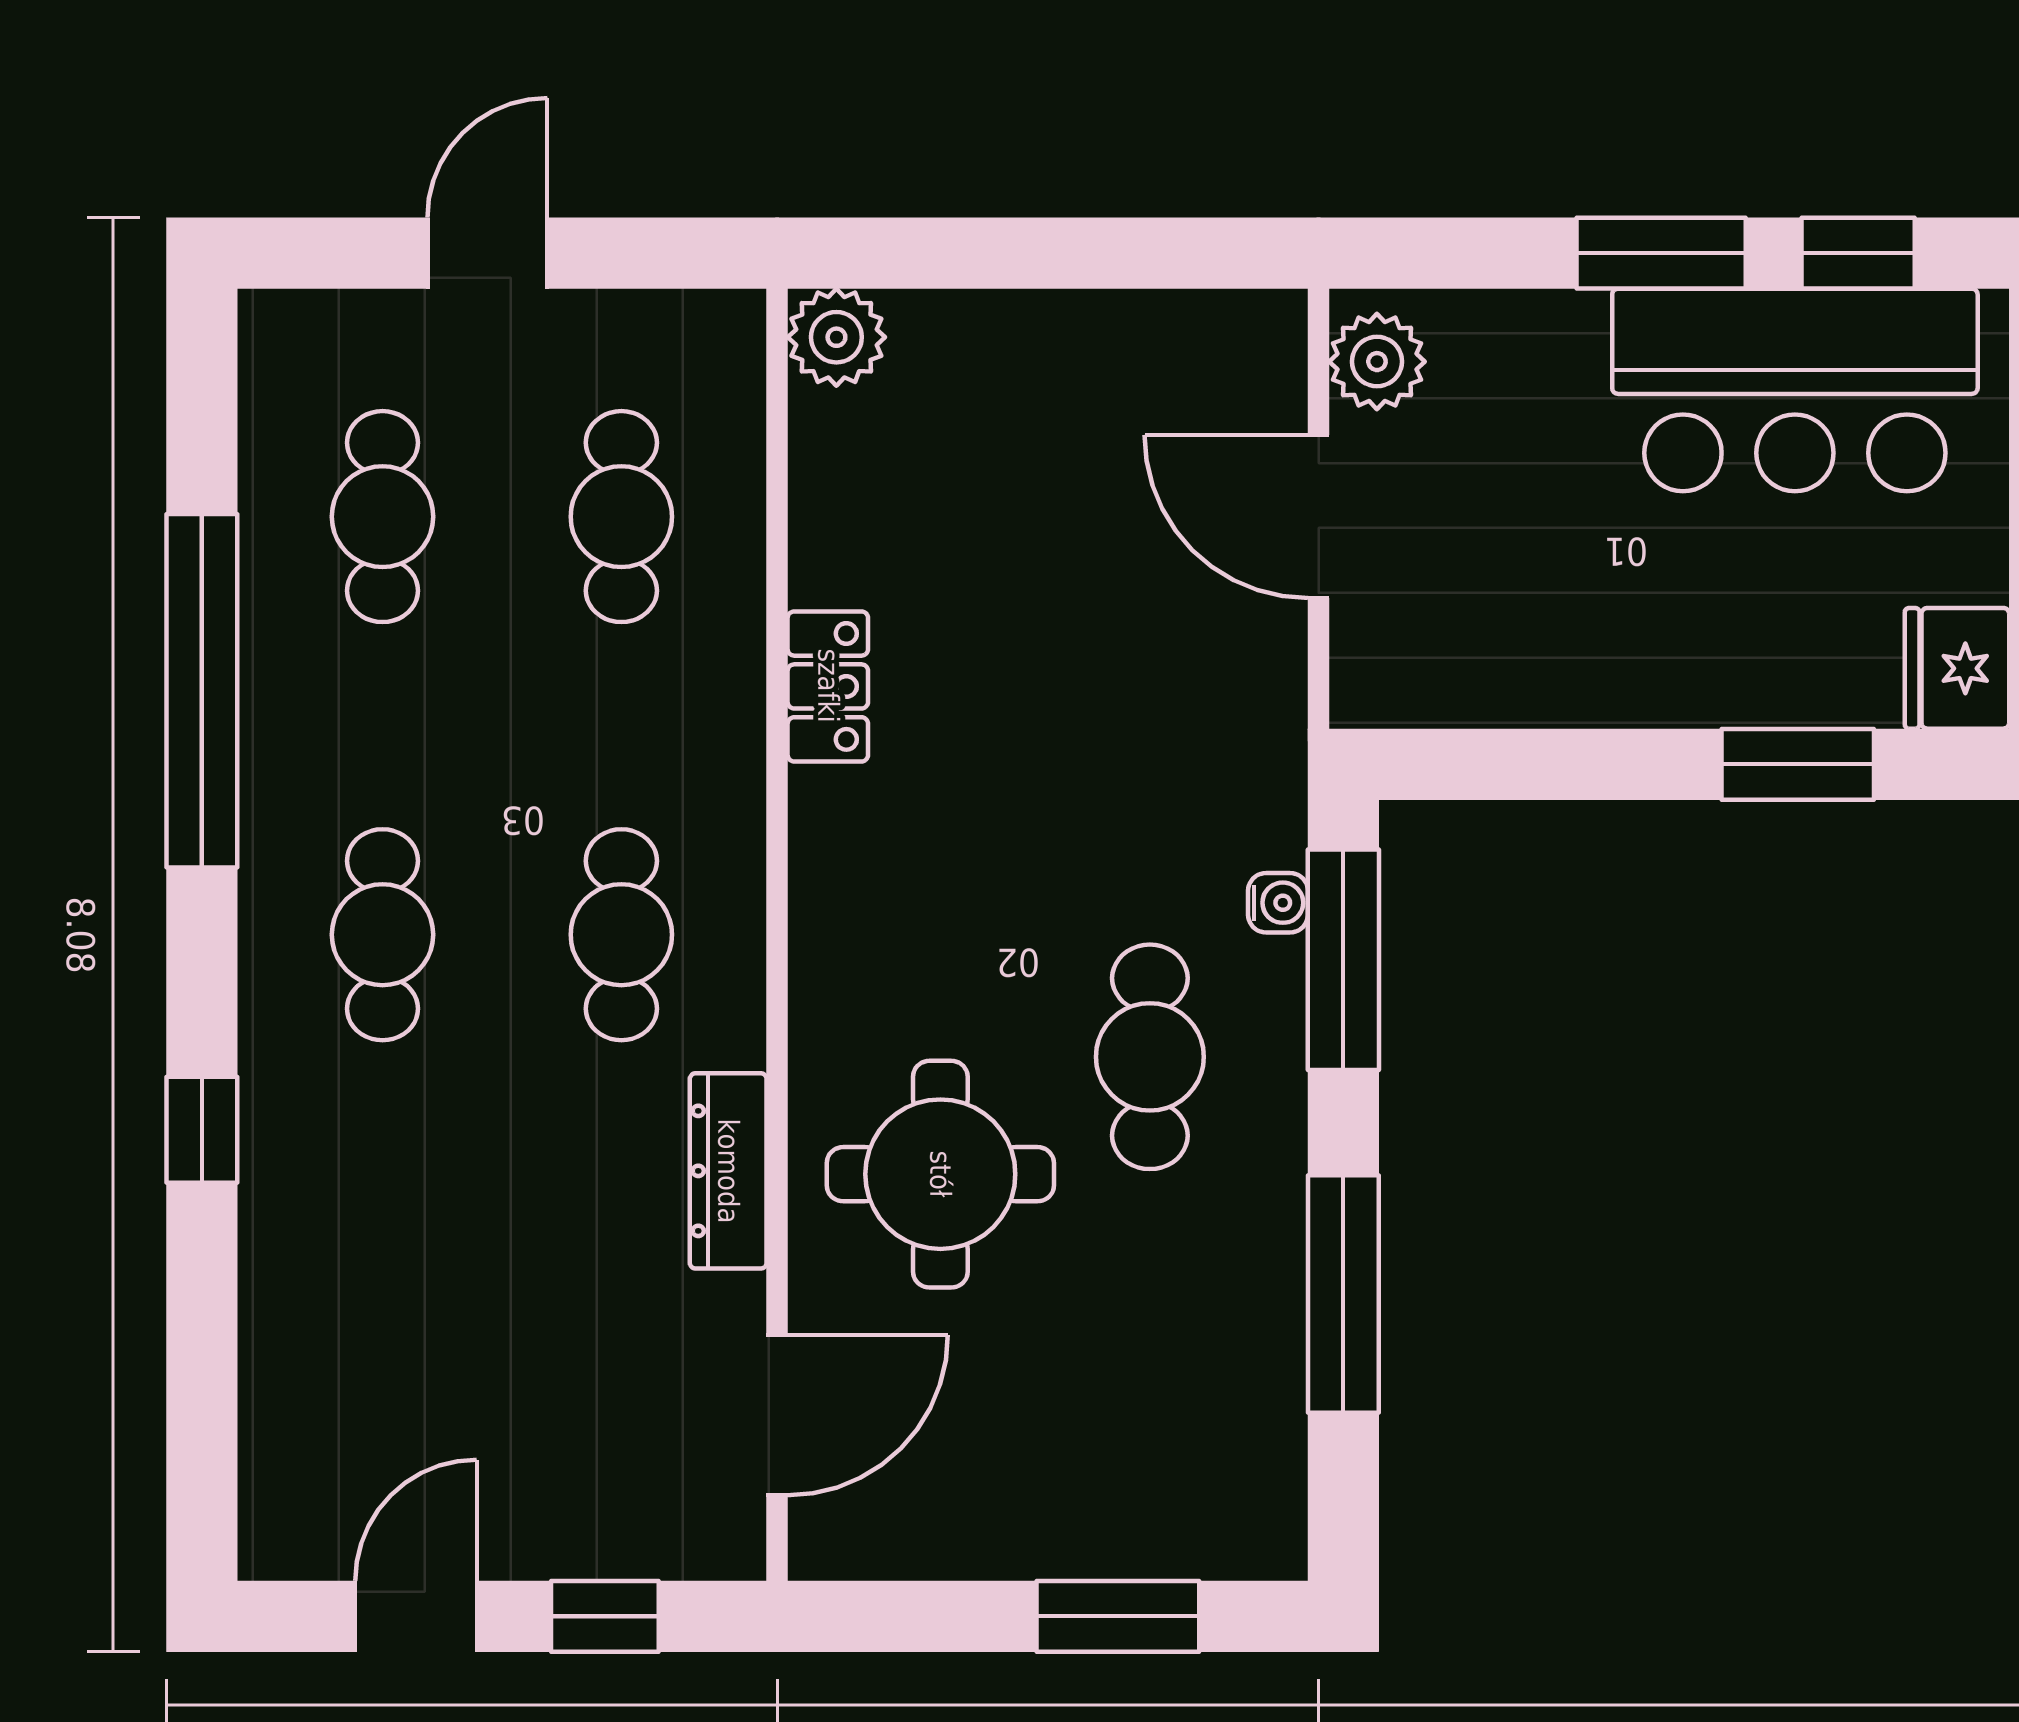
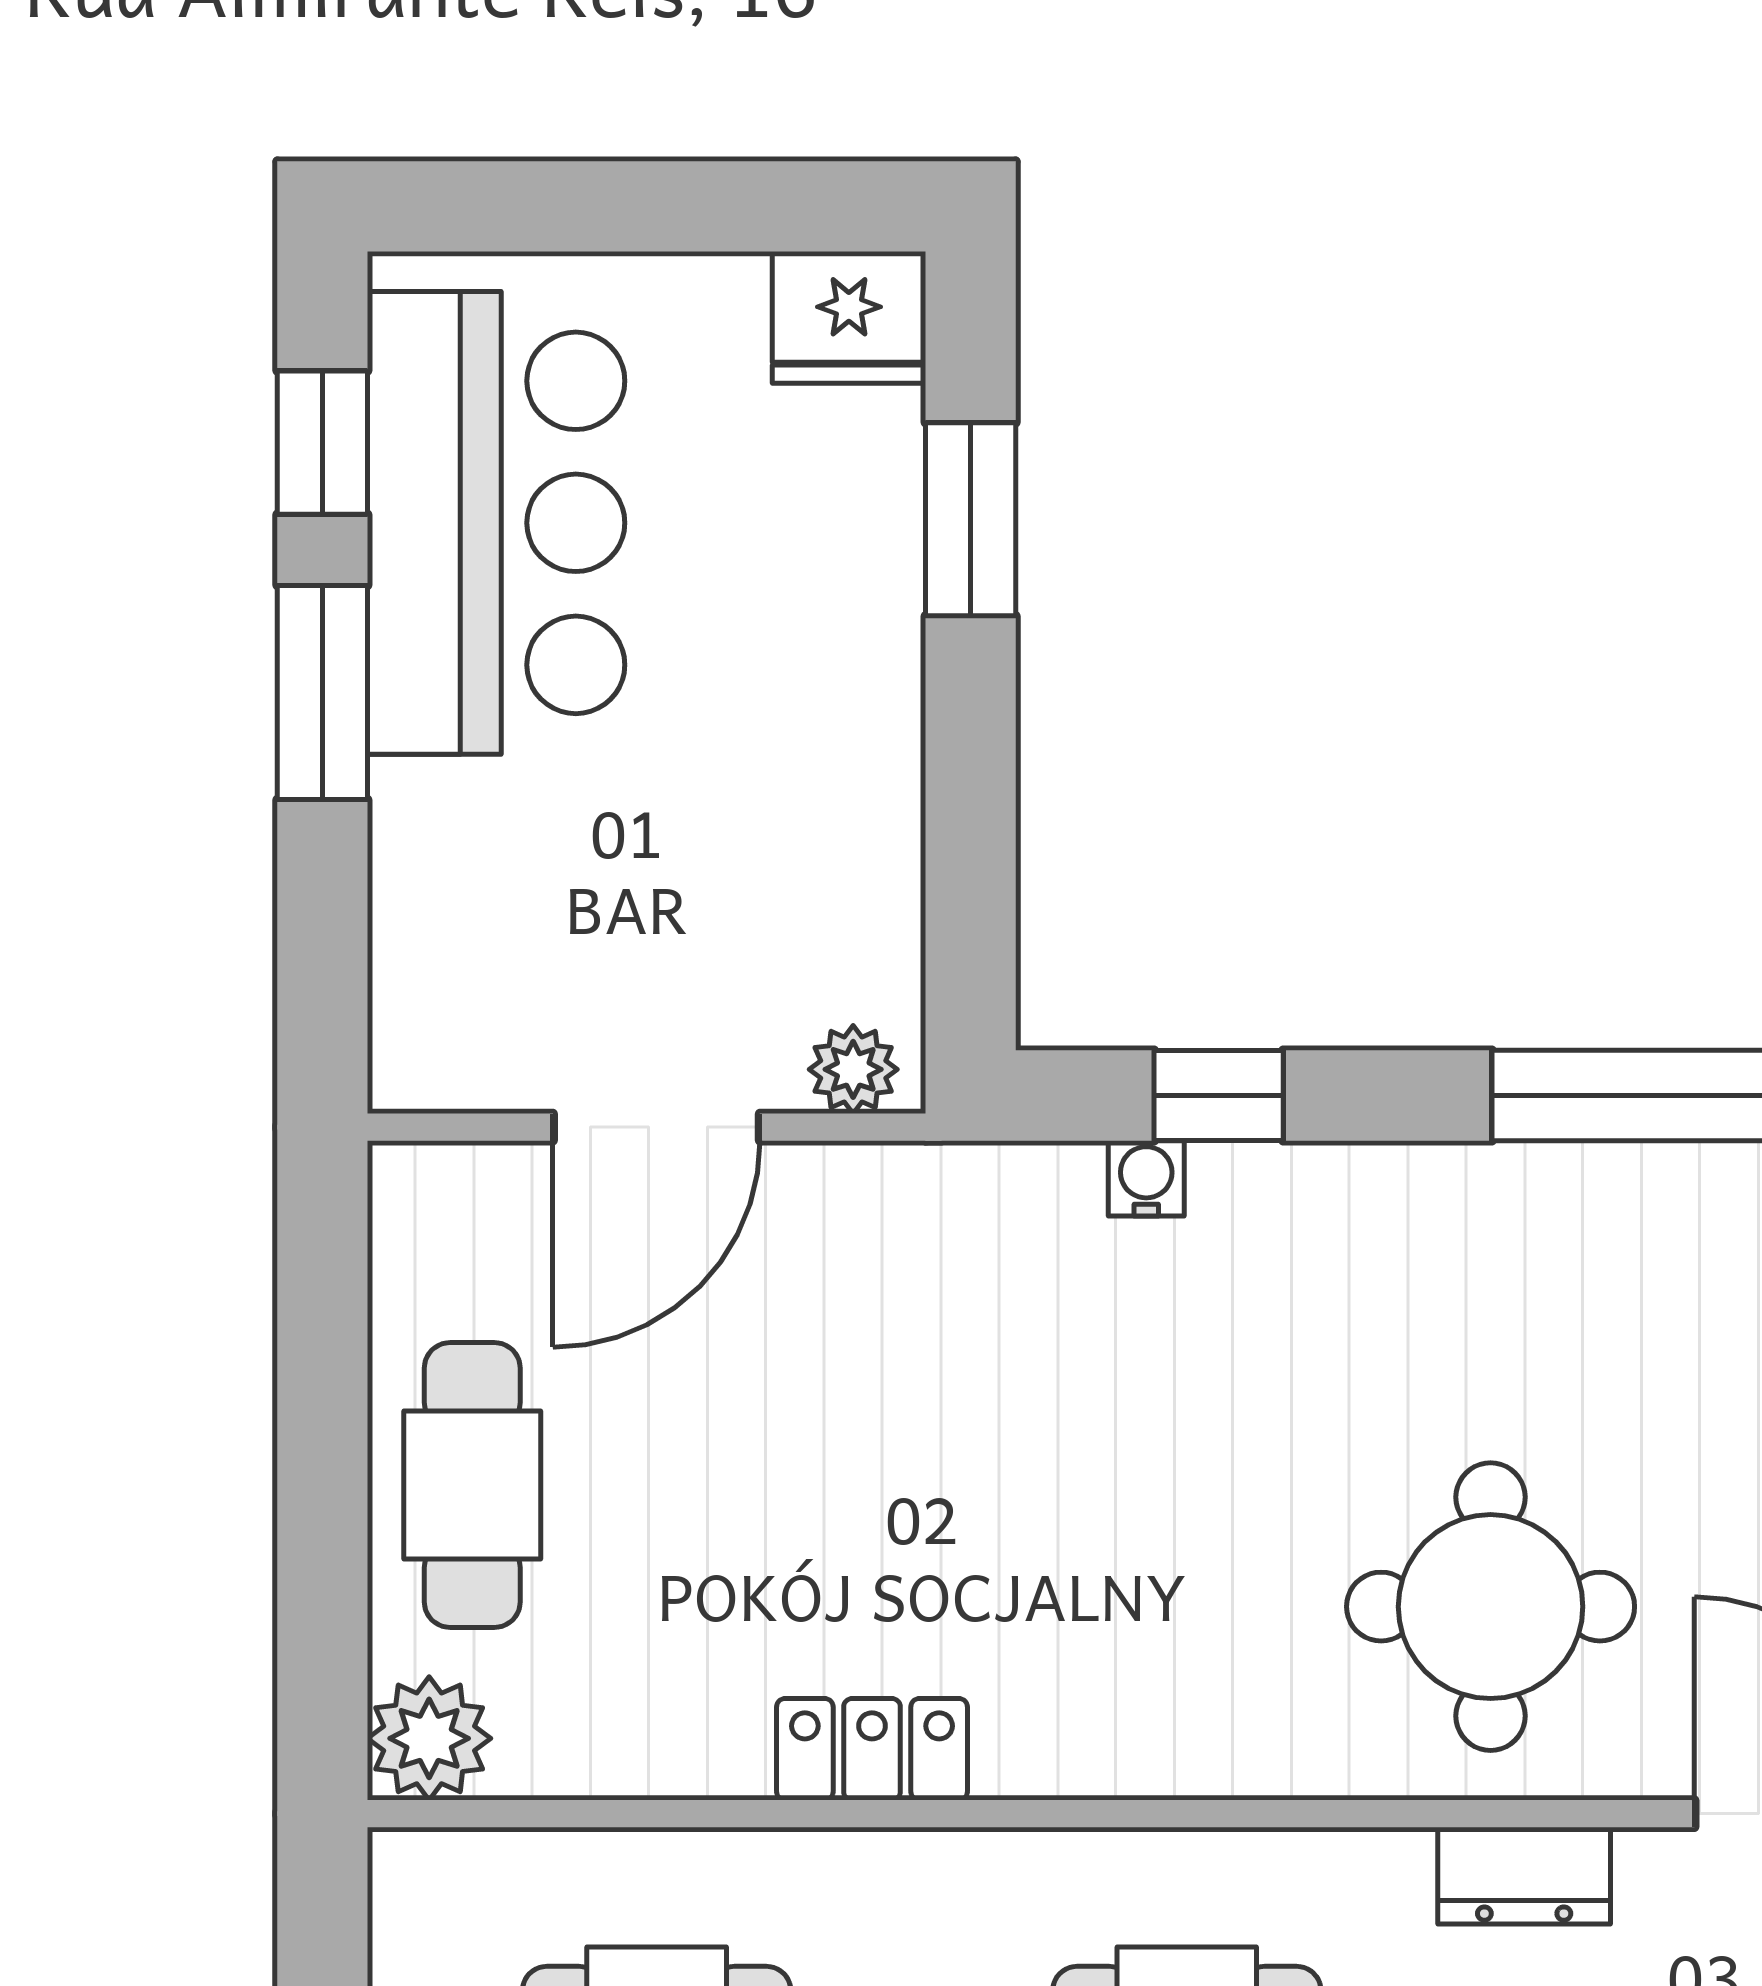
plant: (1377, 362) -> (853, 1069), moved, width x0.73, depth x0.73
window: (1343, 960) -> (1219, 1096), width x0.46
cafe table: (1150, 1057) -> (472, 1485), moved, turned 90
dresser: (728, 1171) -> (1524, 1876), width x0.70

